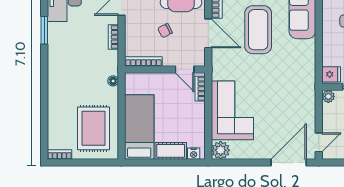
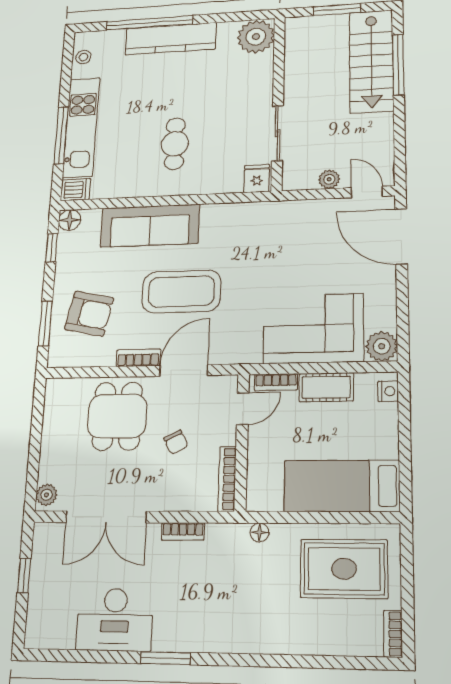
plant: (328, 96) -> (329, 179), moved
cot: (171, 151) -> (326, 387), moved, turned 90

